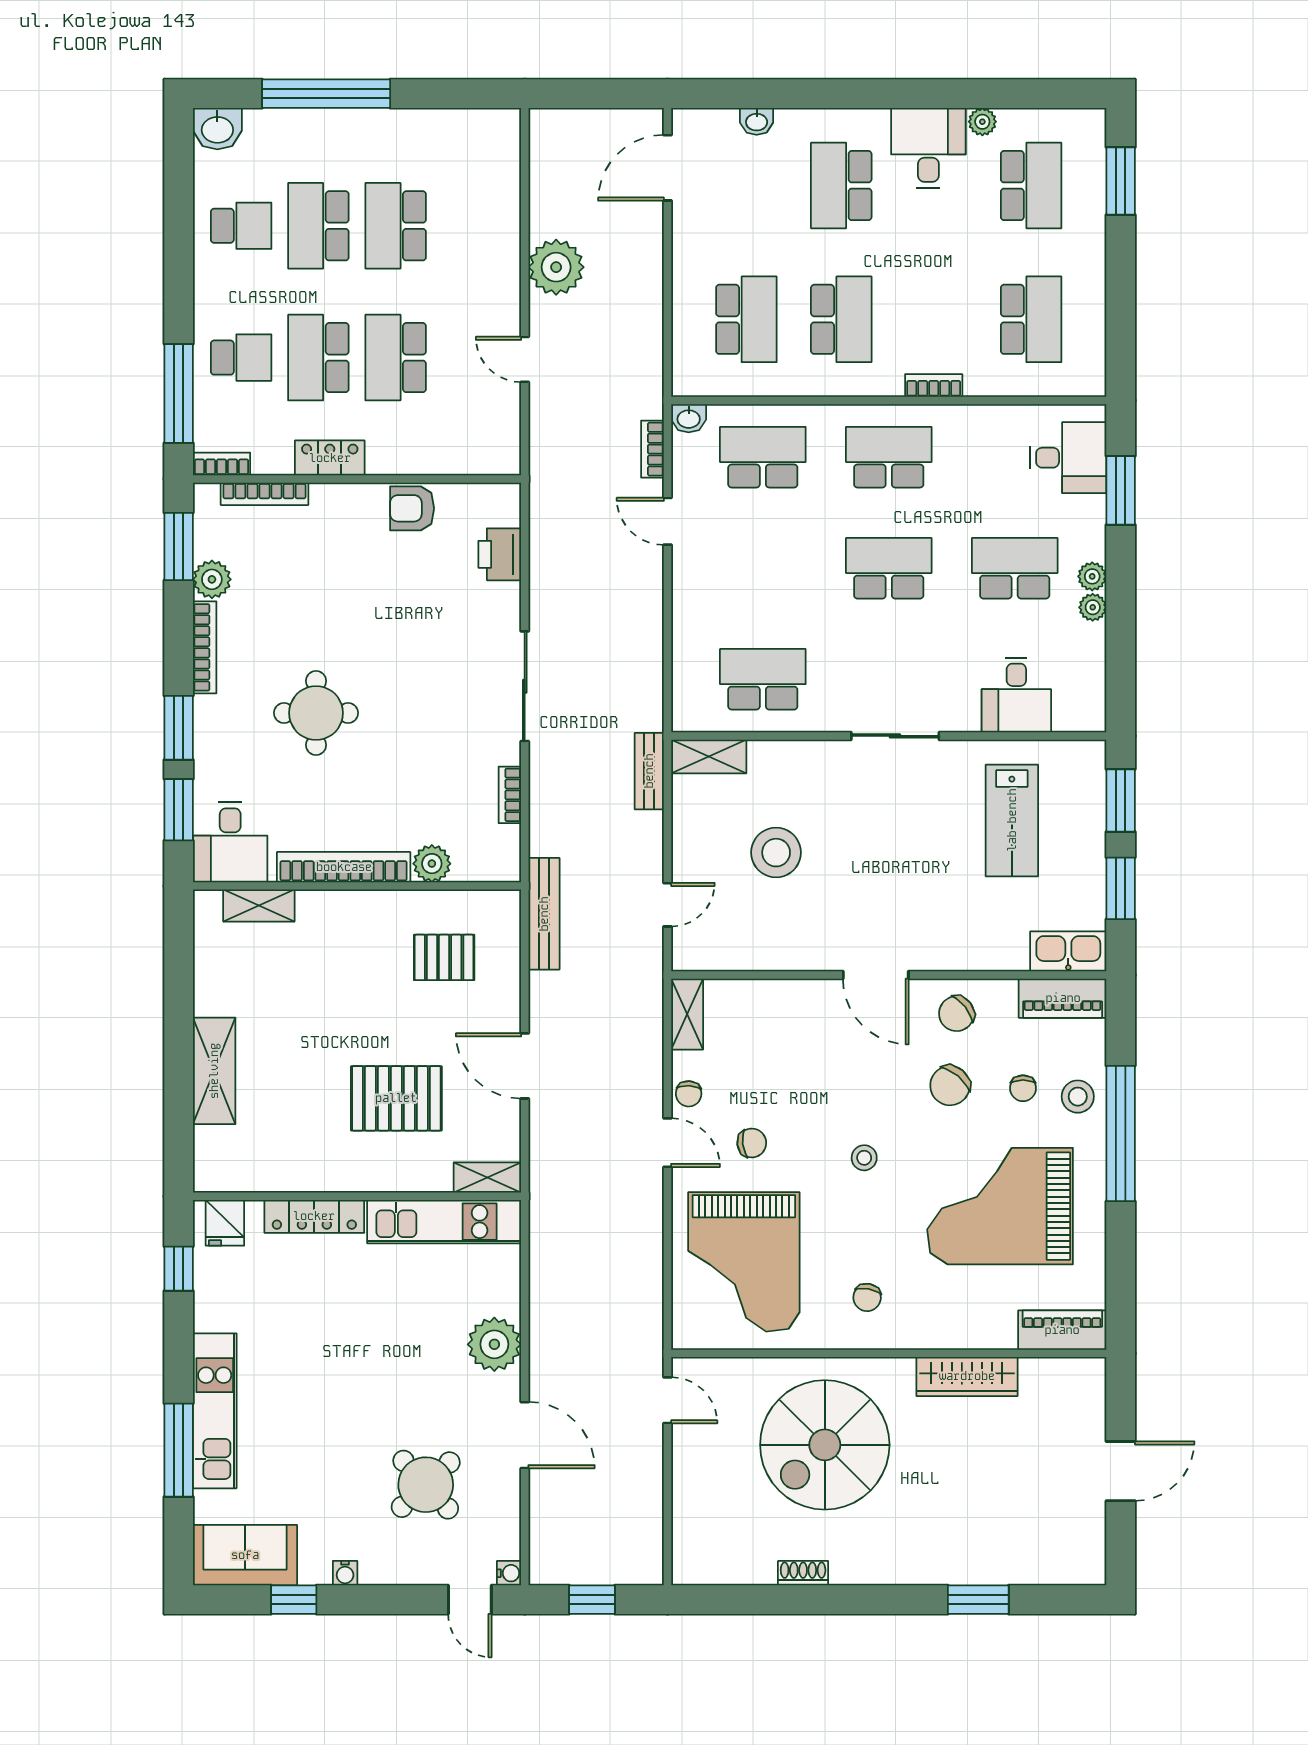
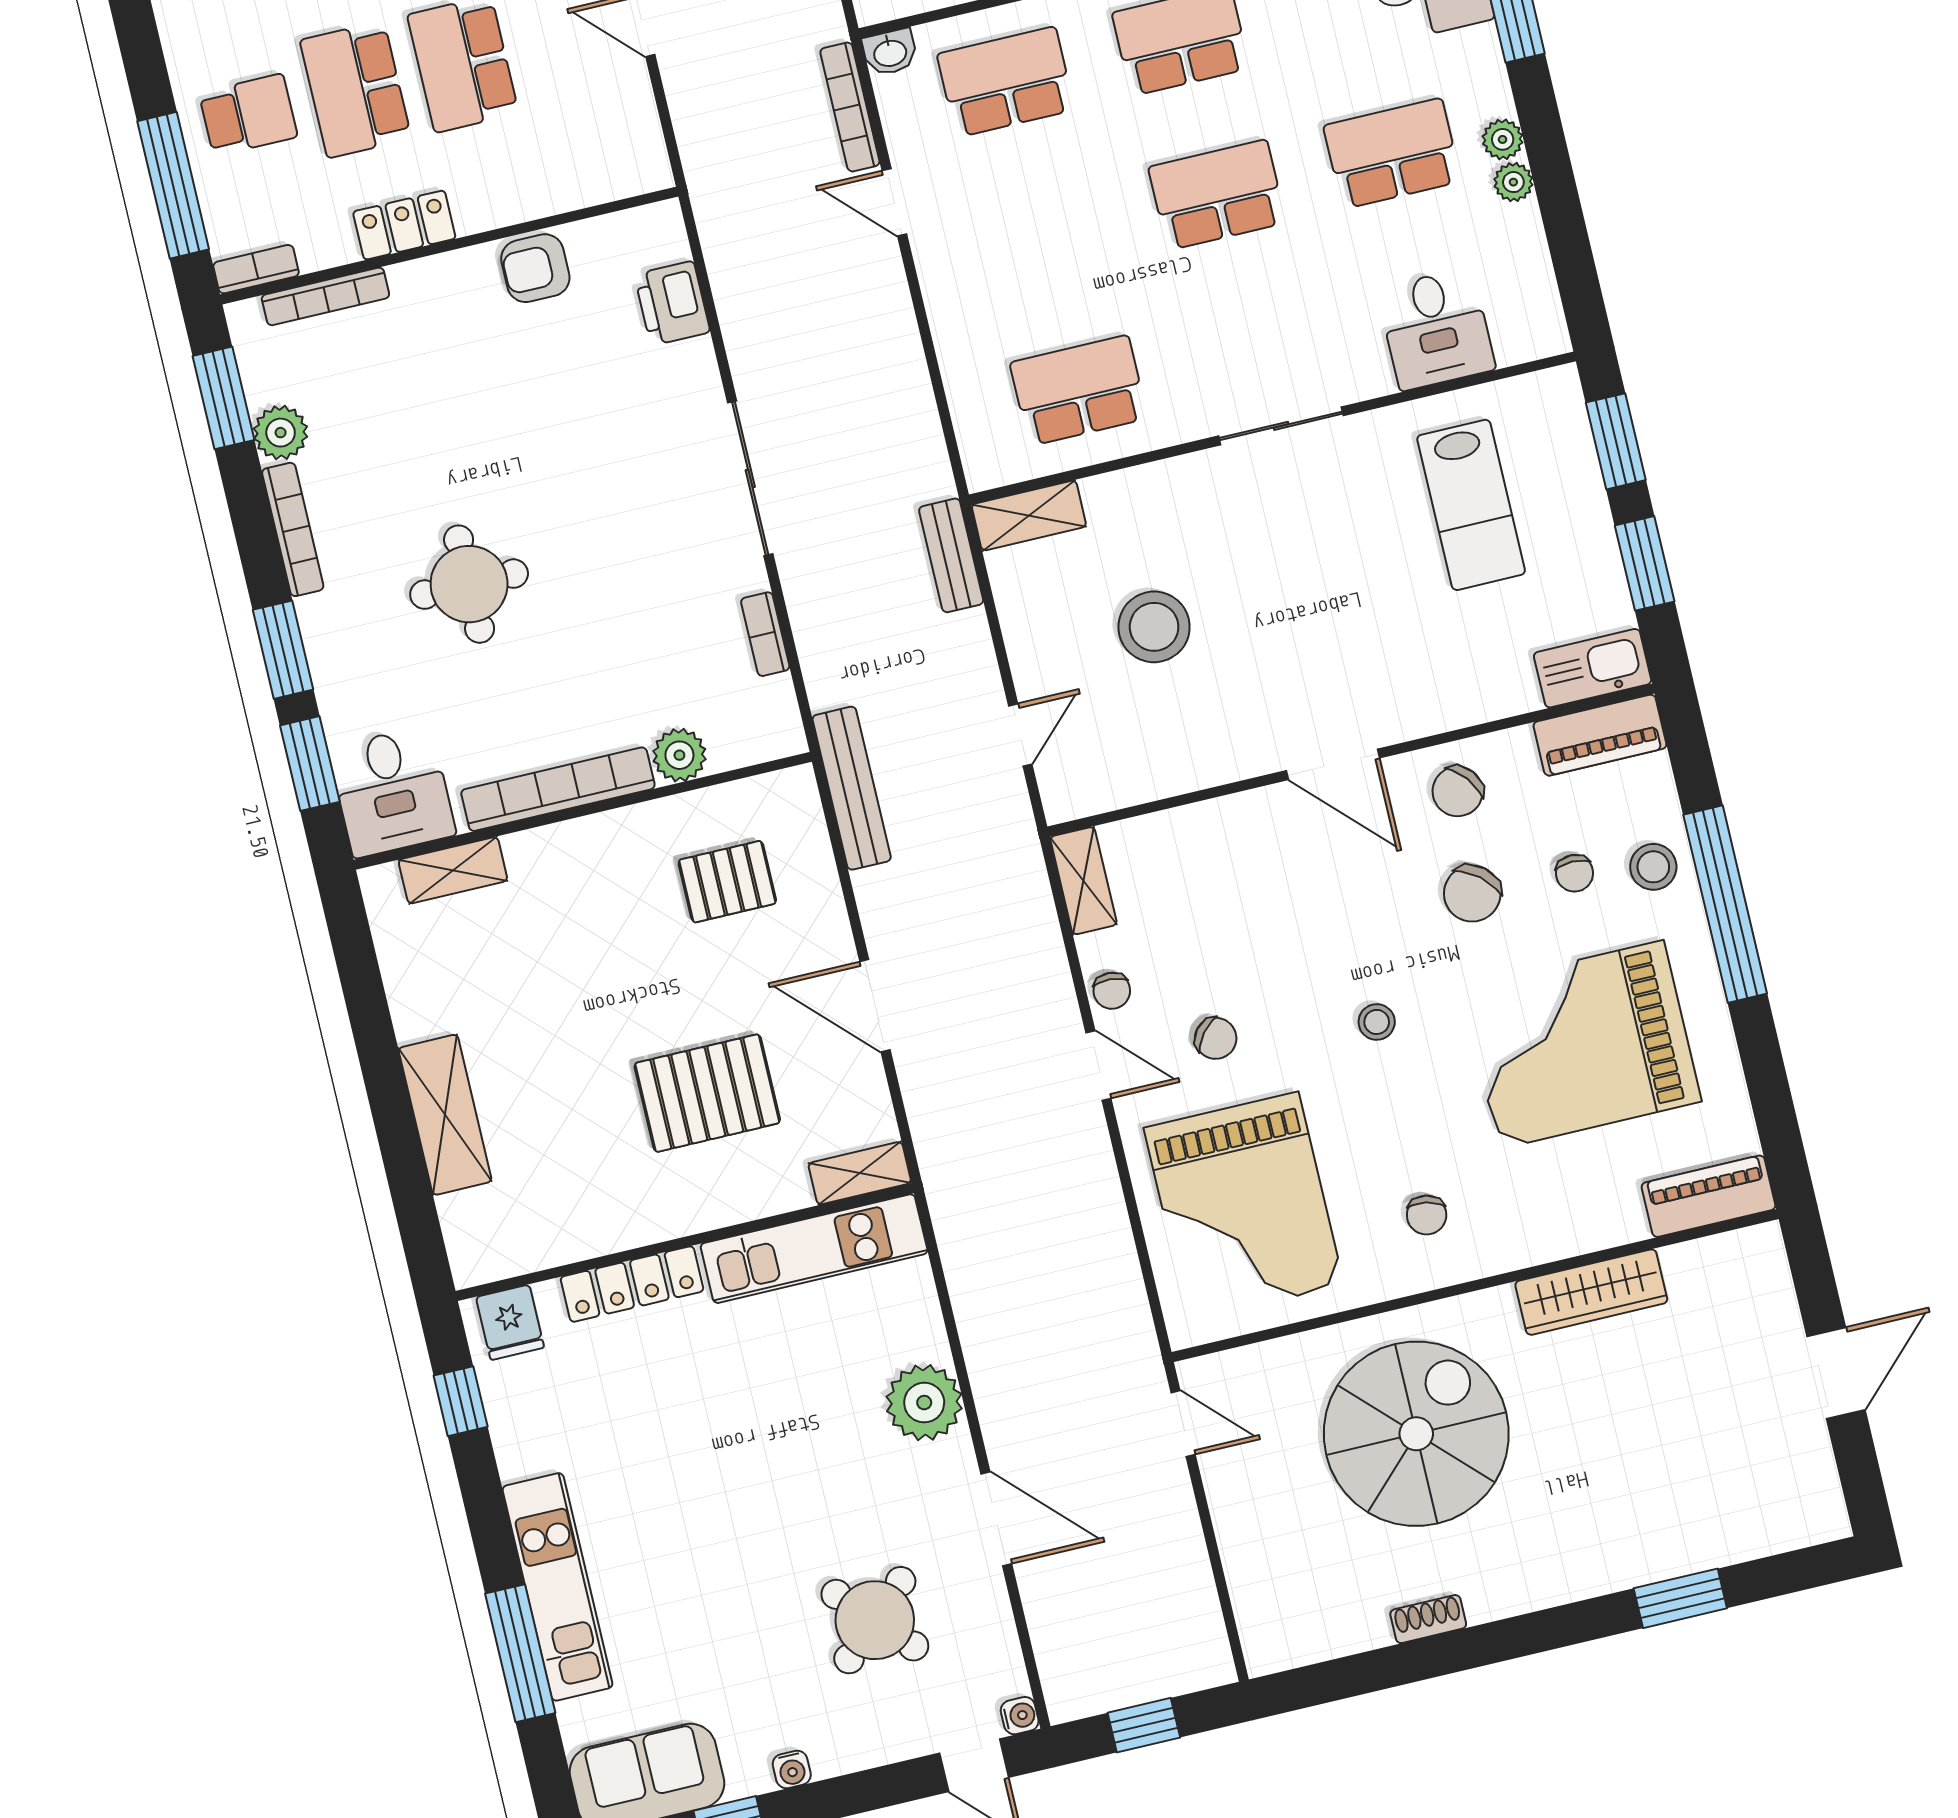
bookcase: (653, 449) -> (850, 107), width x1.56
chair: (752, 1143) -> (1216, 1038), turned 46
spiral stairs: (825, 1445) -> (1416, 1434), turned 180

